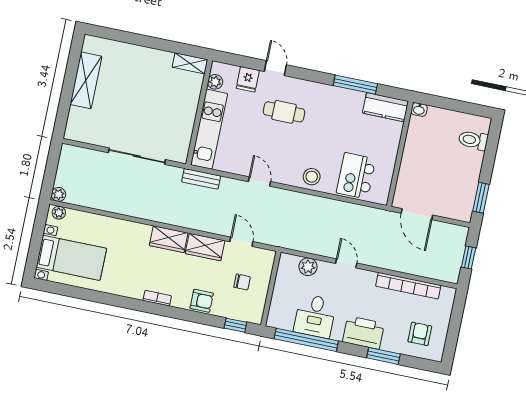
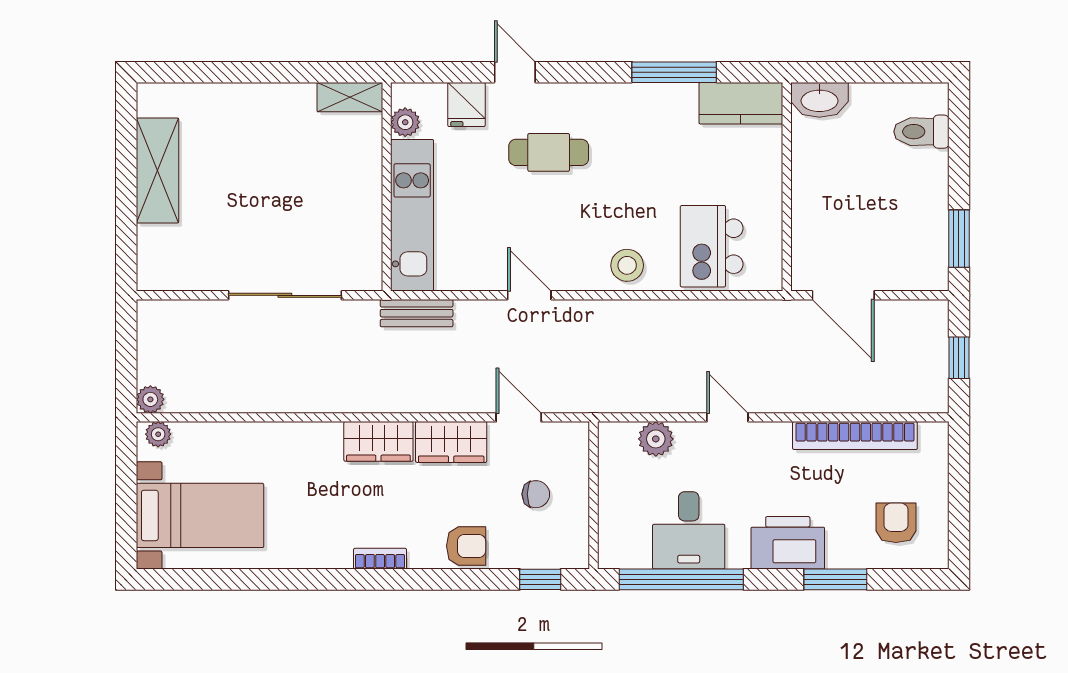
washbasin: (419, 109) -> (819, 100), width x1.91, depth x1.45

